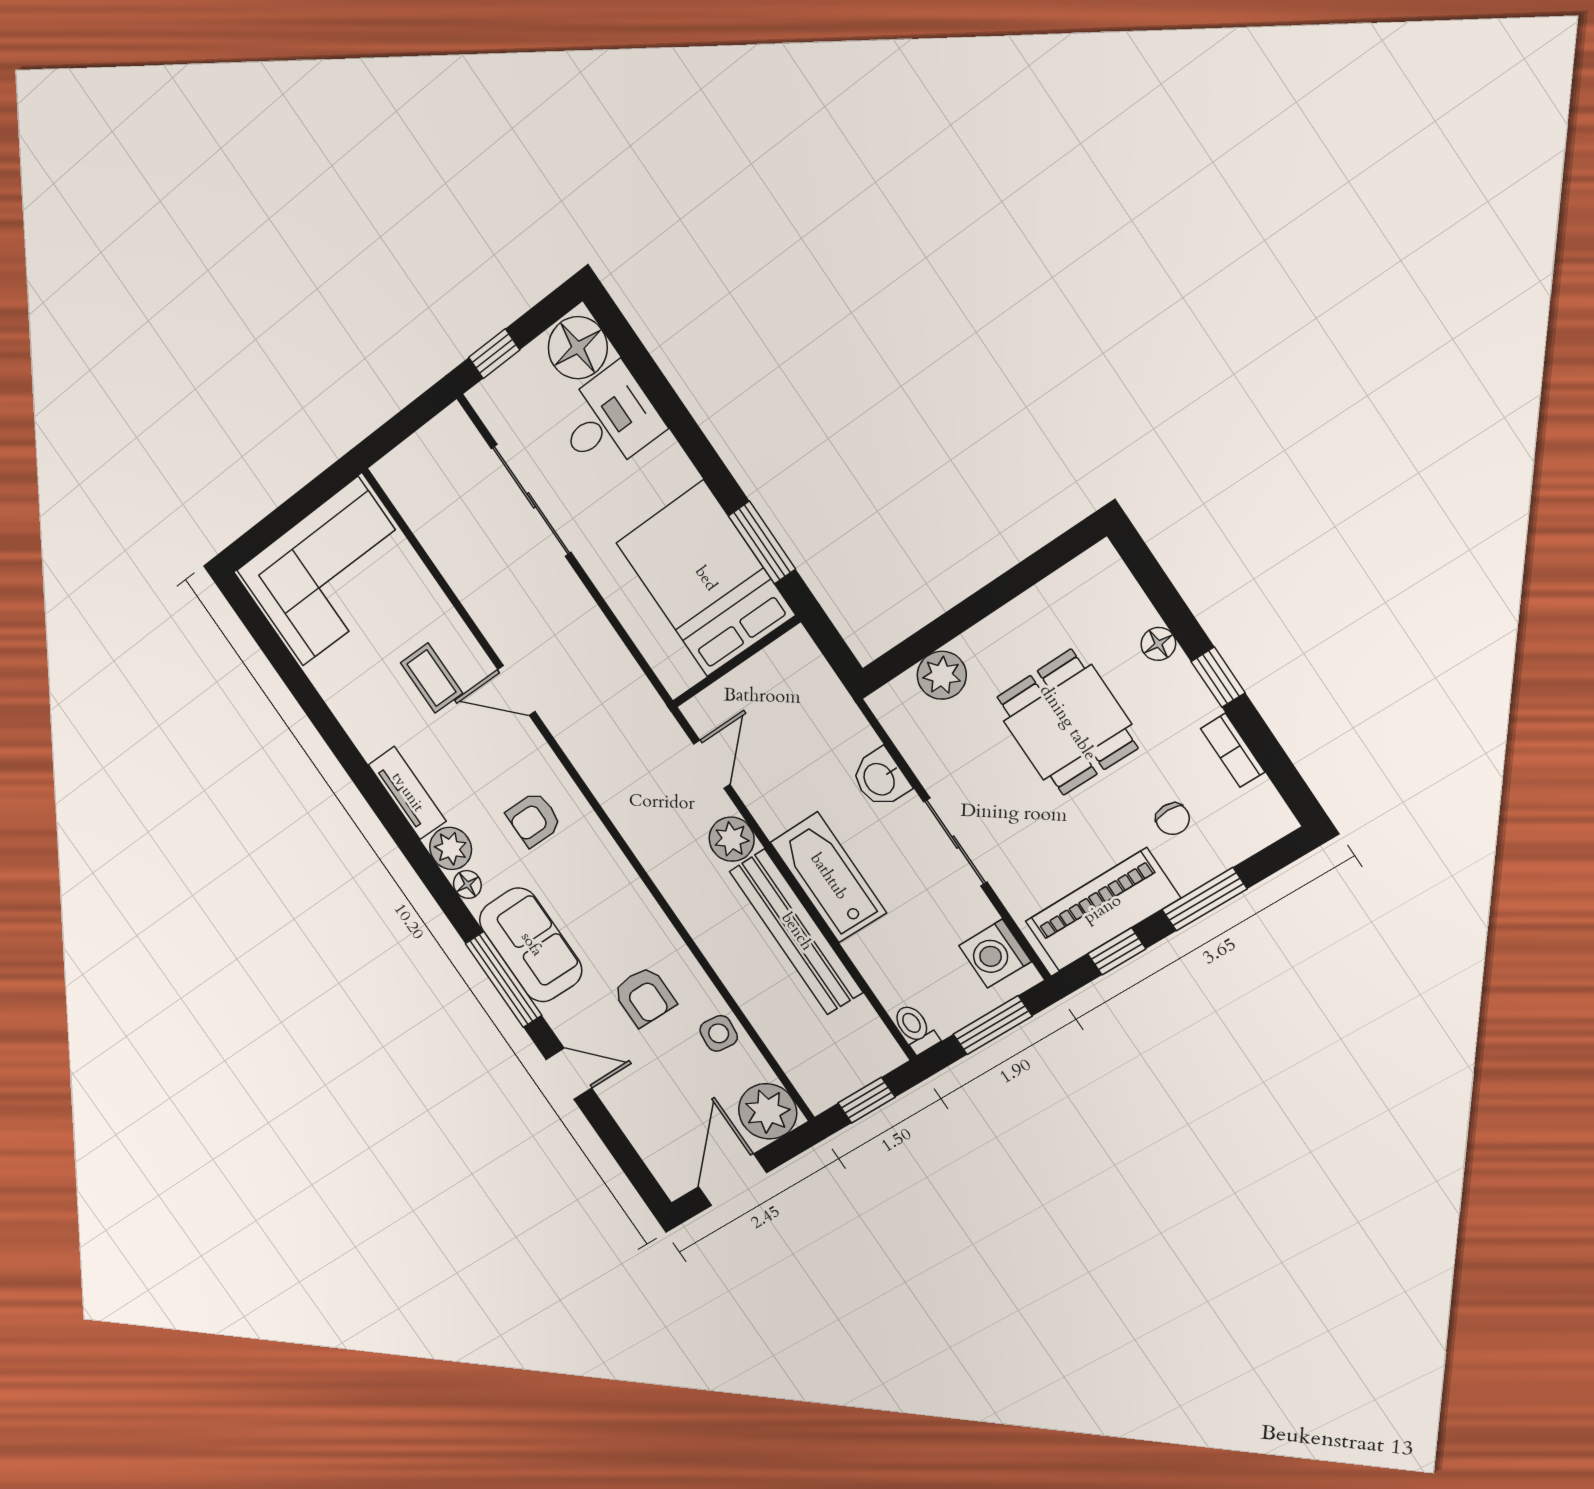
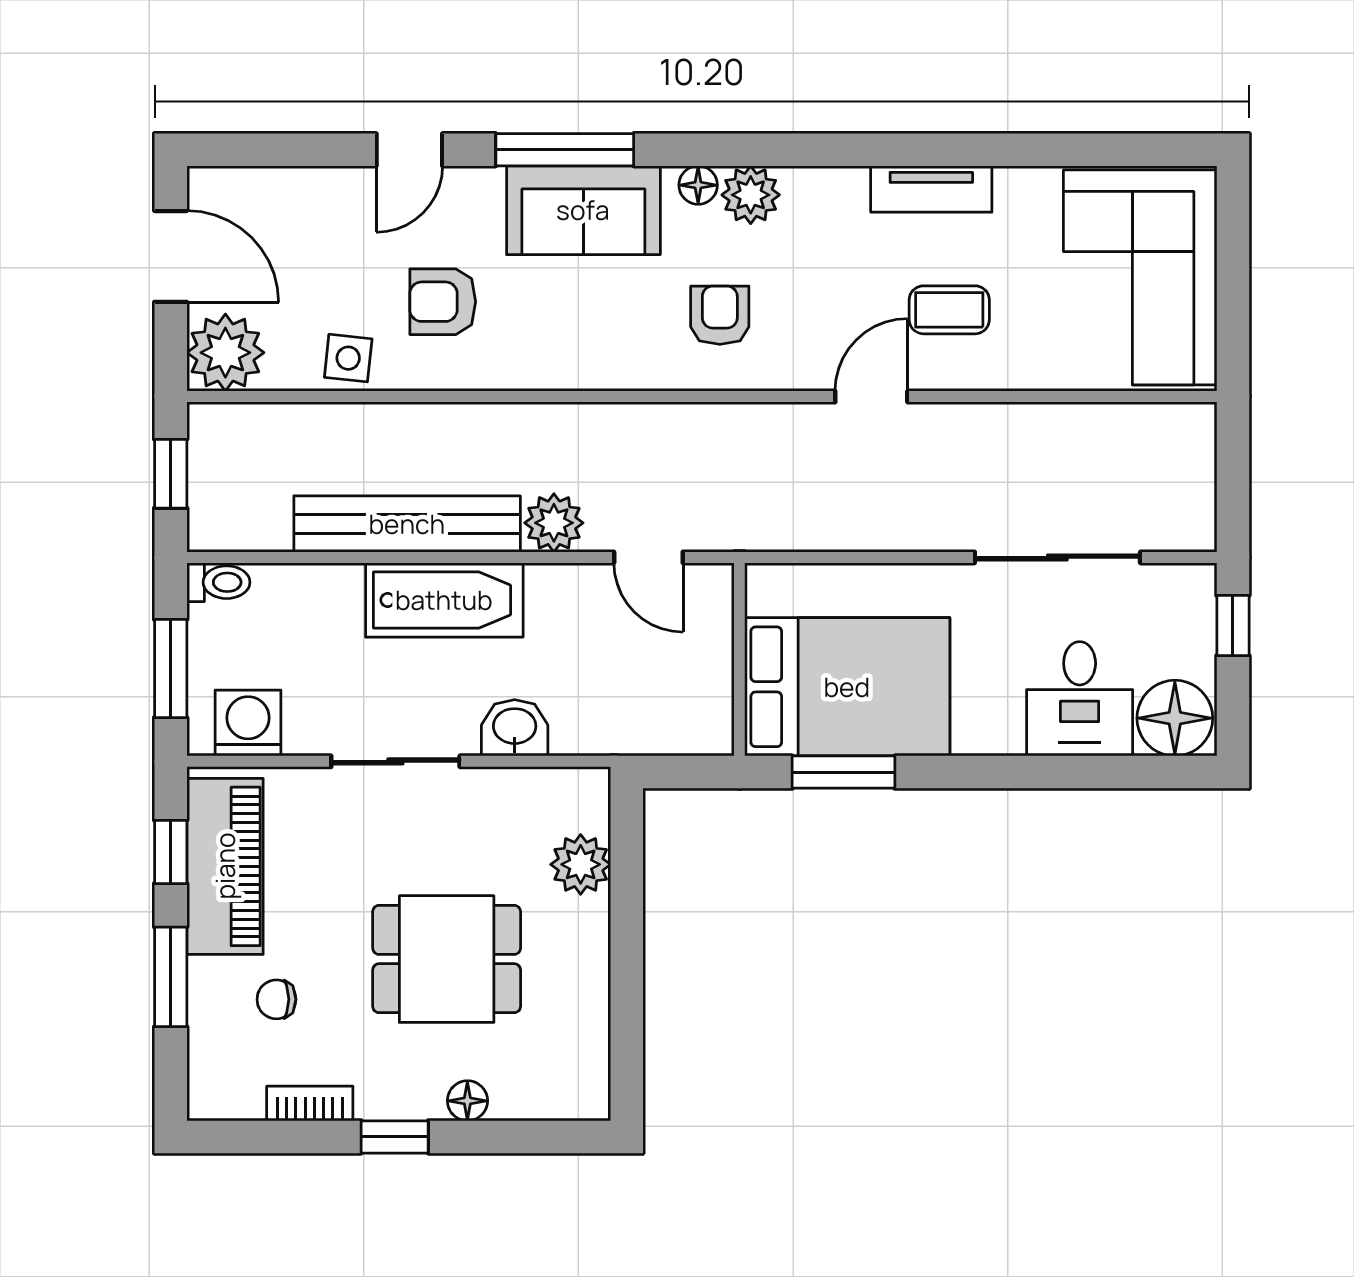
tv unit: (407, 793) -> (931, 189), moved

